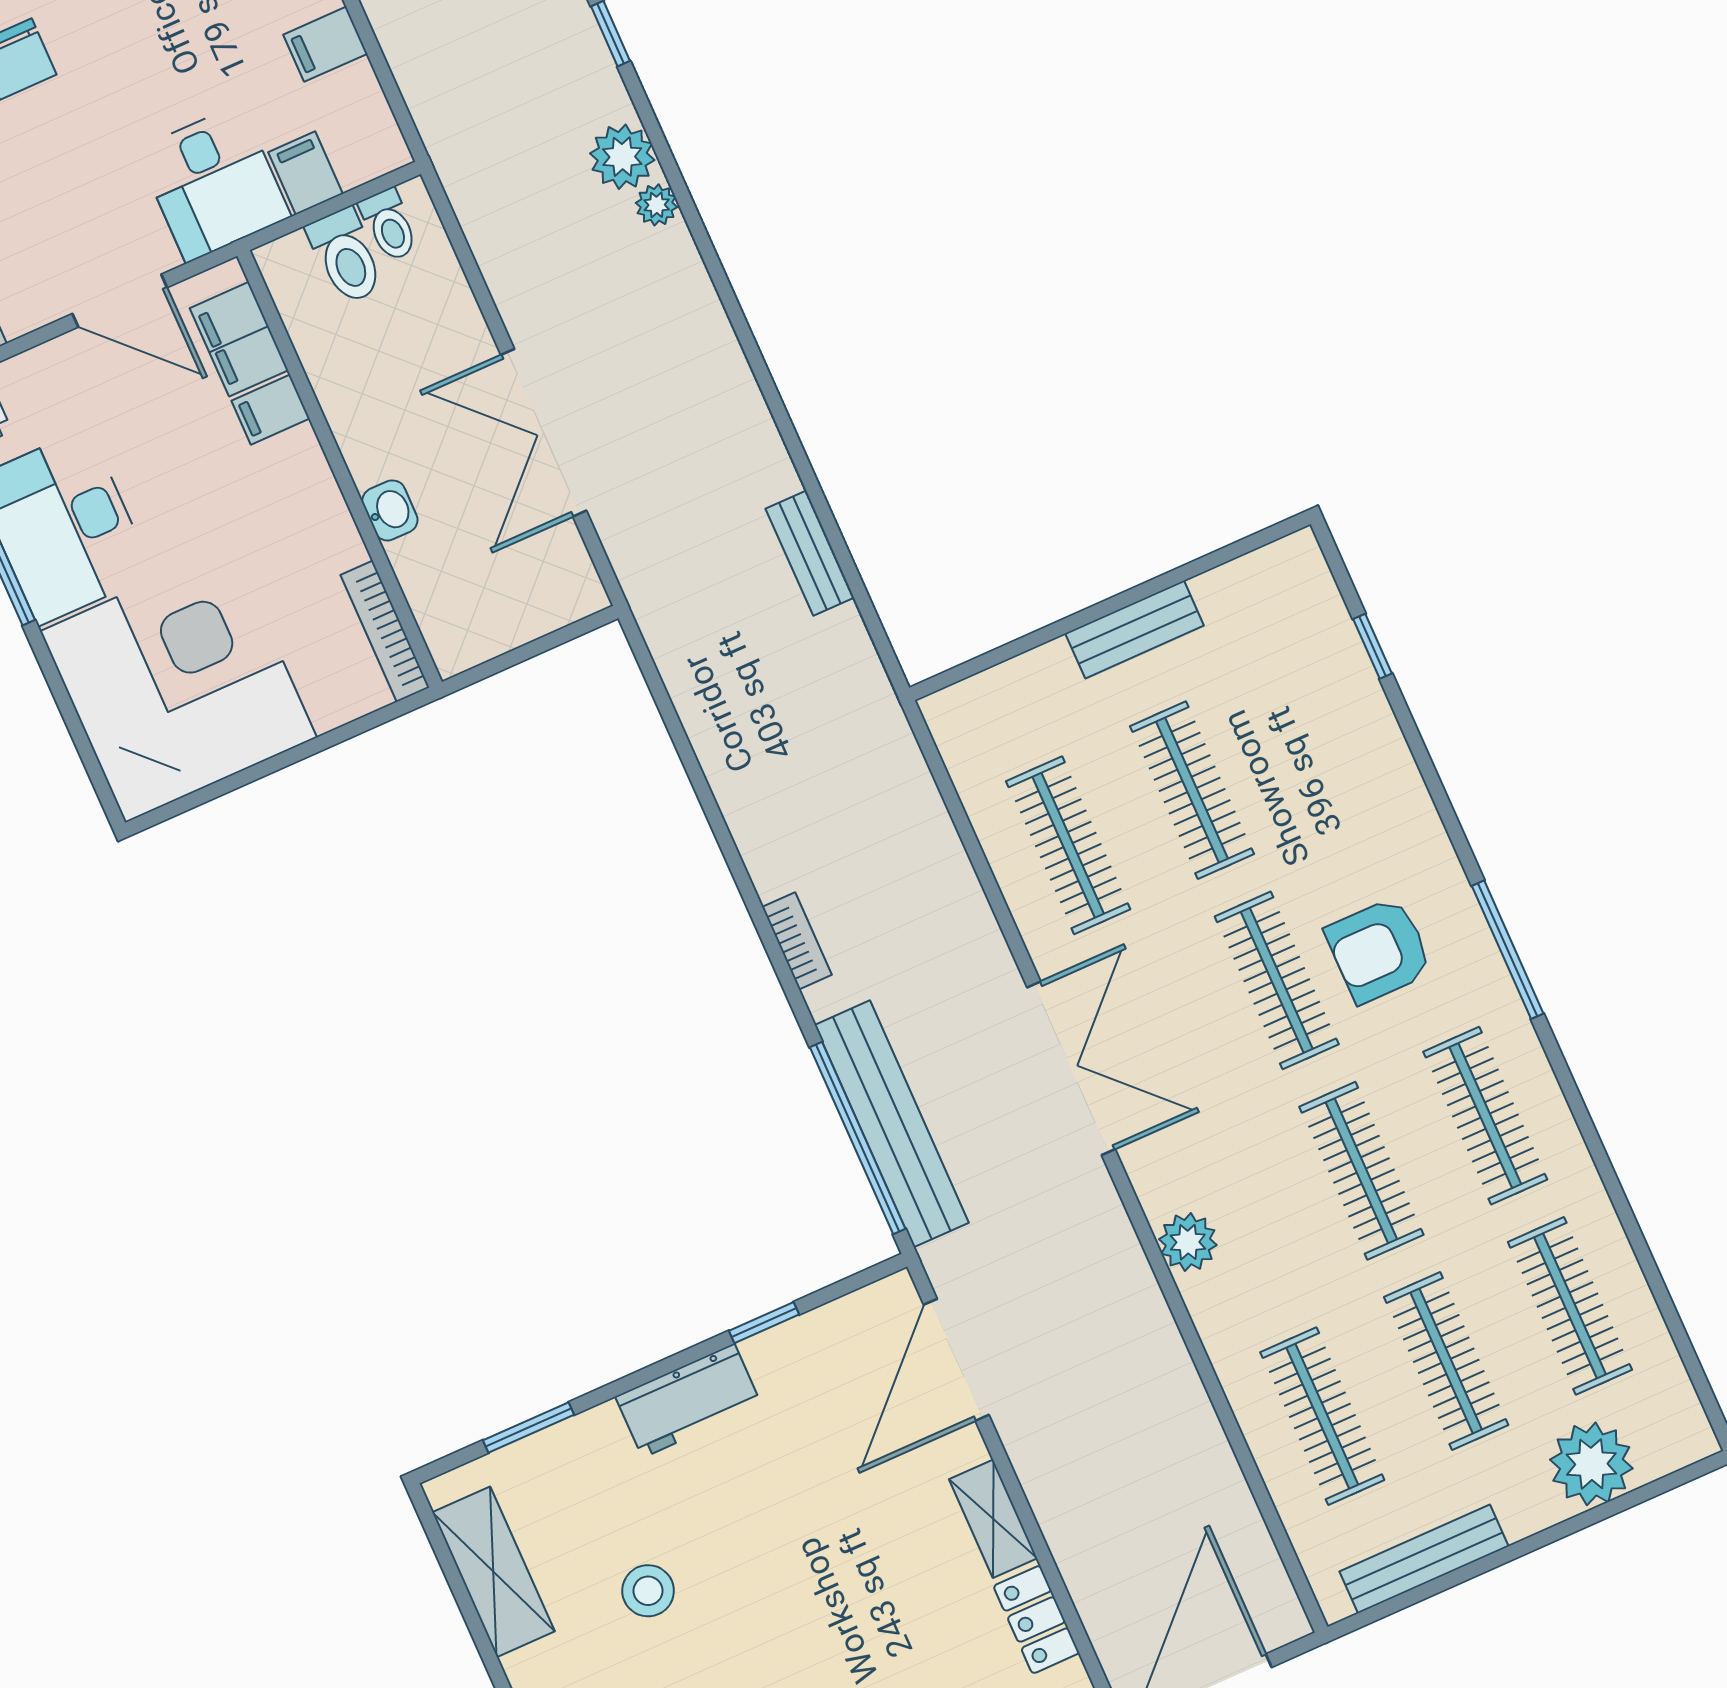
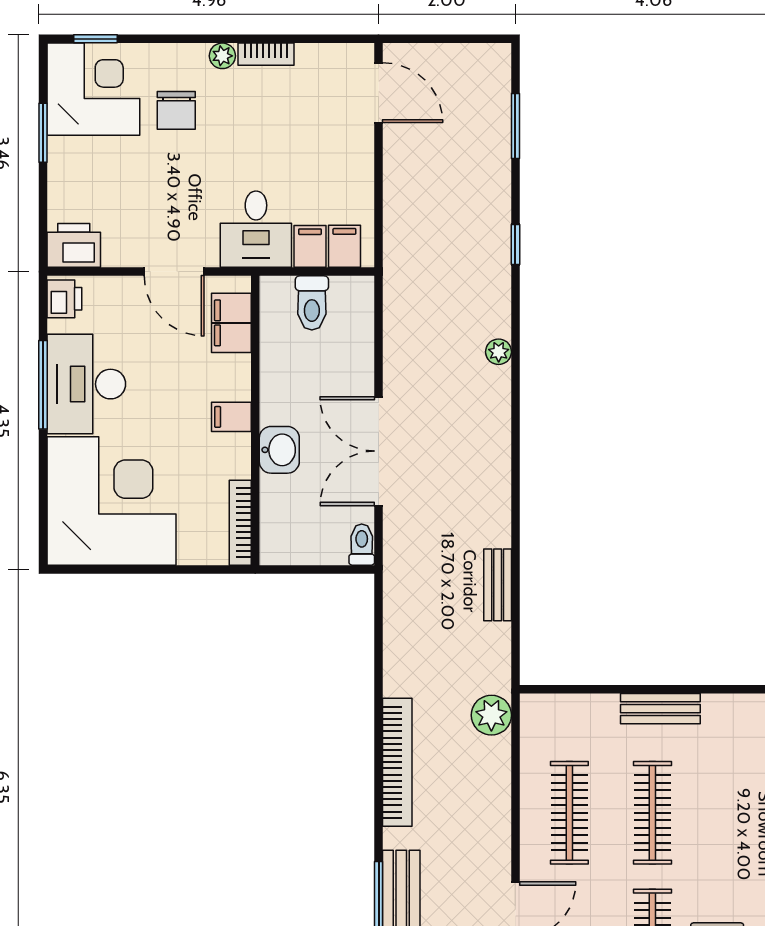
filing cabinet: (325, 44) -> (344, 246), moved, turned 90
plant: (622, 157) -> (491, 715), moved
toilet: (389, 225) -> (362, 545), moved, turned 180
filing cabinet: (271, 410) -> (231, 417), moved
washbasin: (390, 510) -> (279, 450), width x1.38, depth x1.45
bookcase: (797, 941) -> (397, 762), width x2.31, depth x1.31

